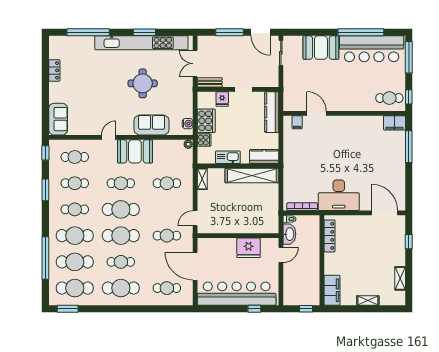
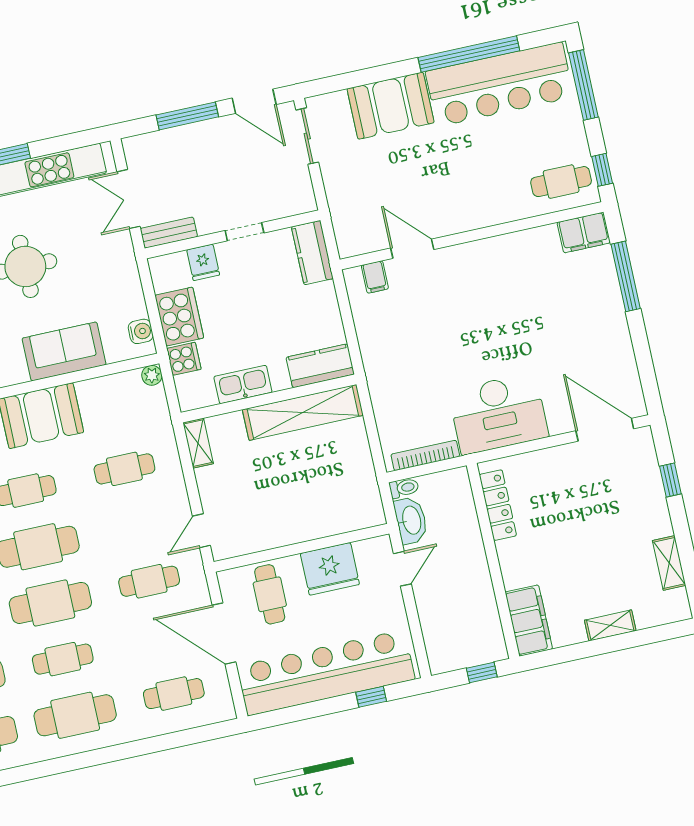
kitchen counter: (272, 112) -> (312, 253), width x0.67
cafe table: (219, 253) -> (270, 594), added

